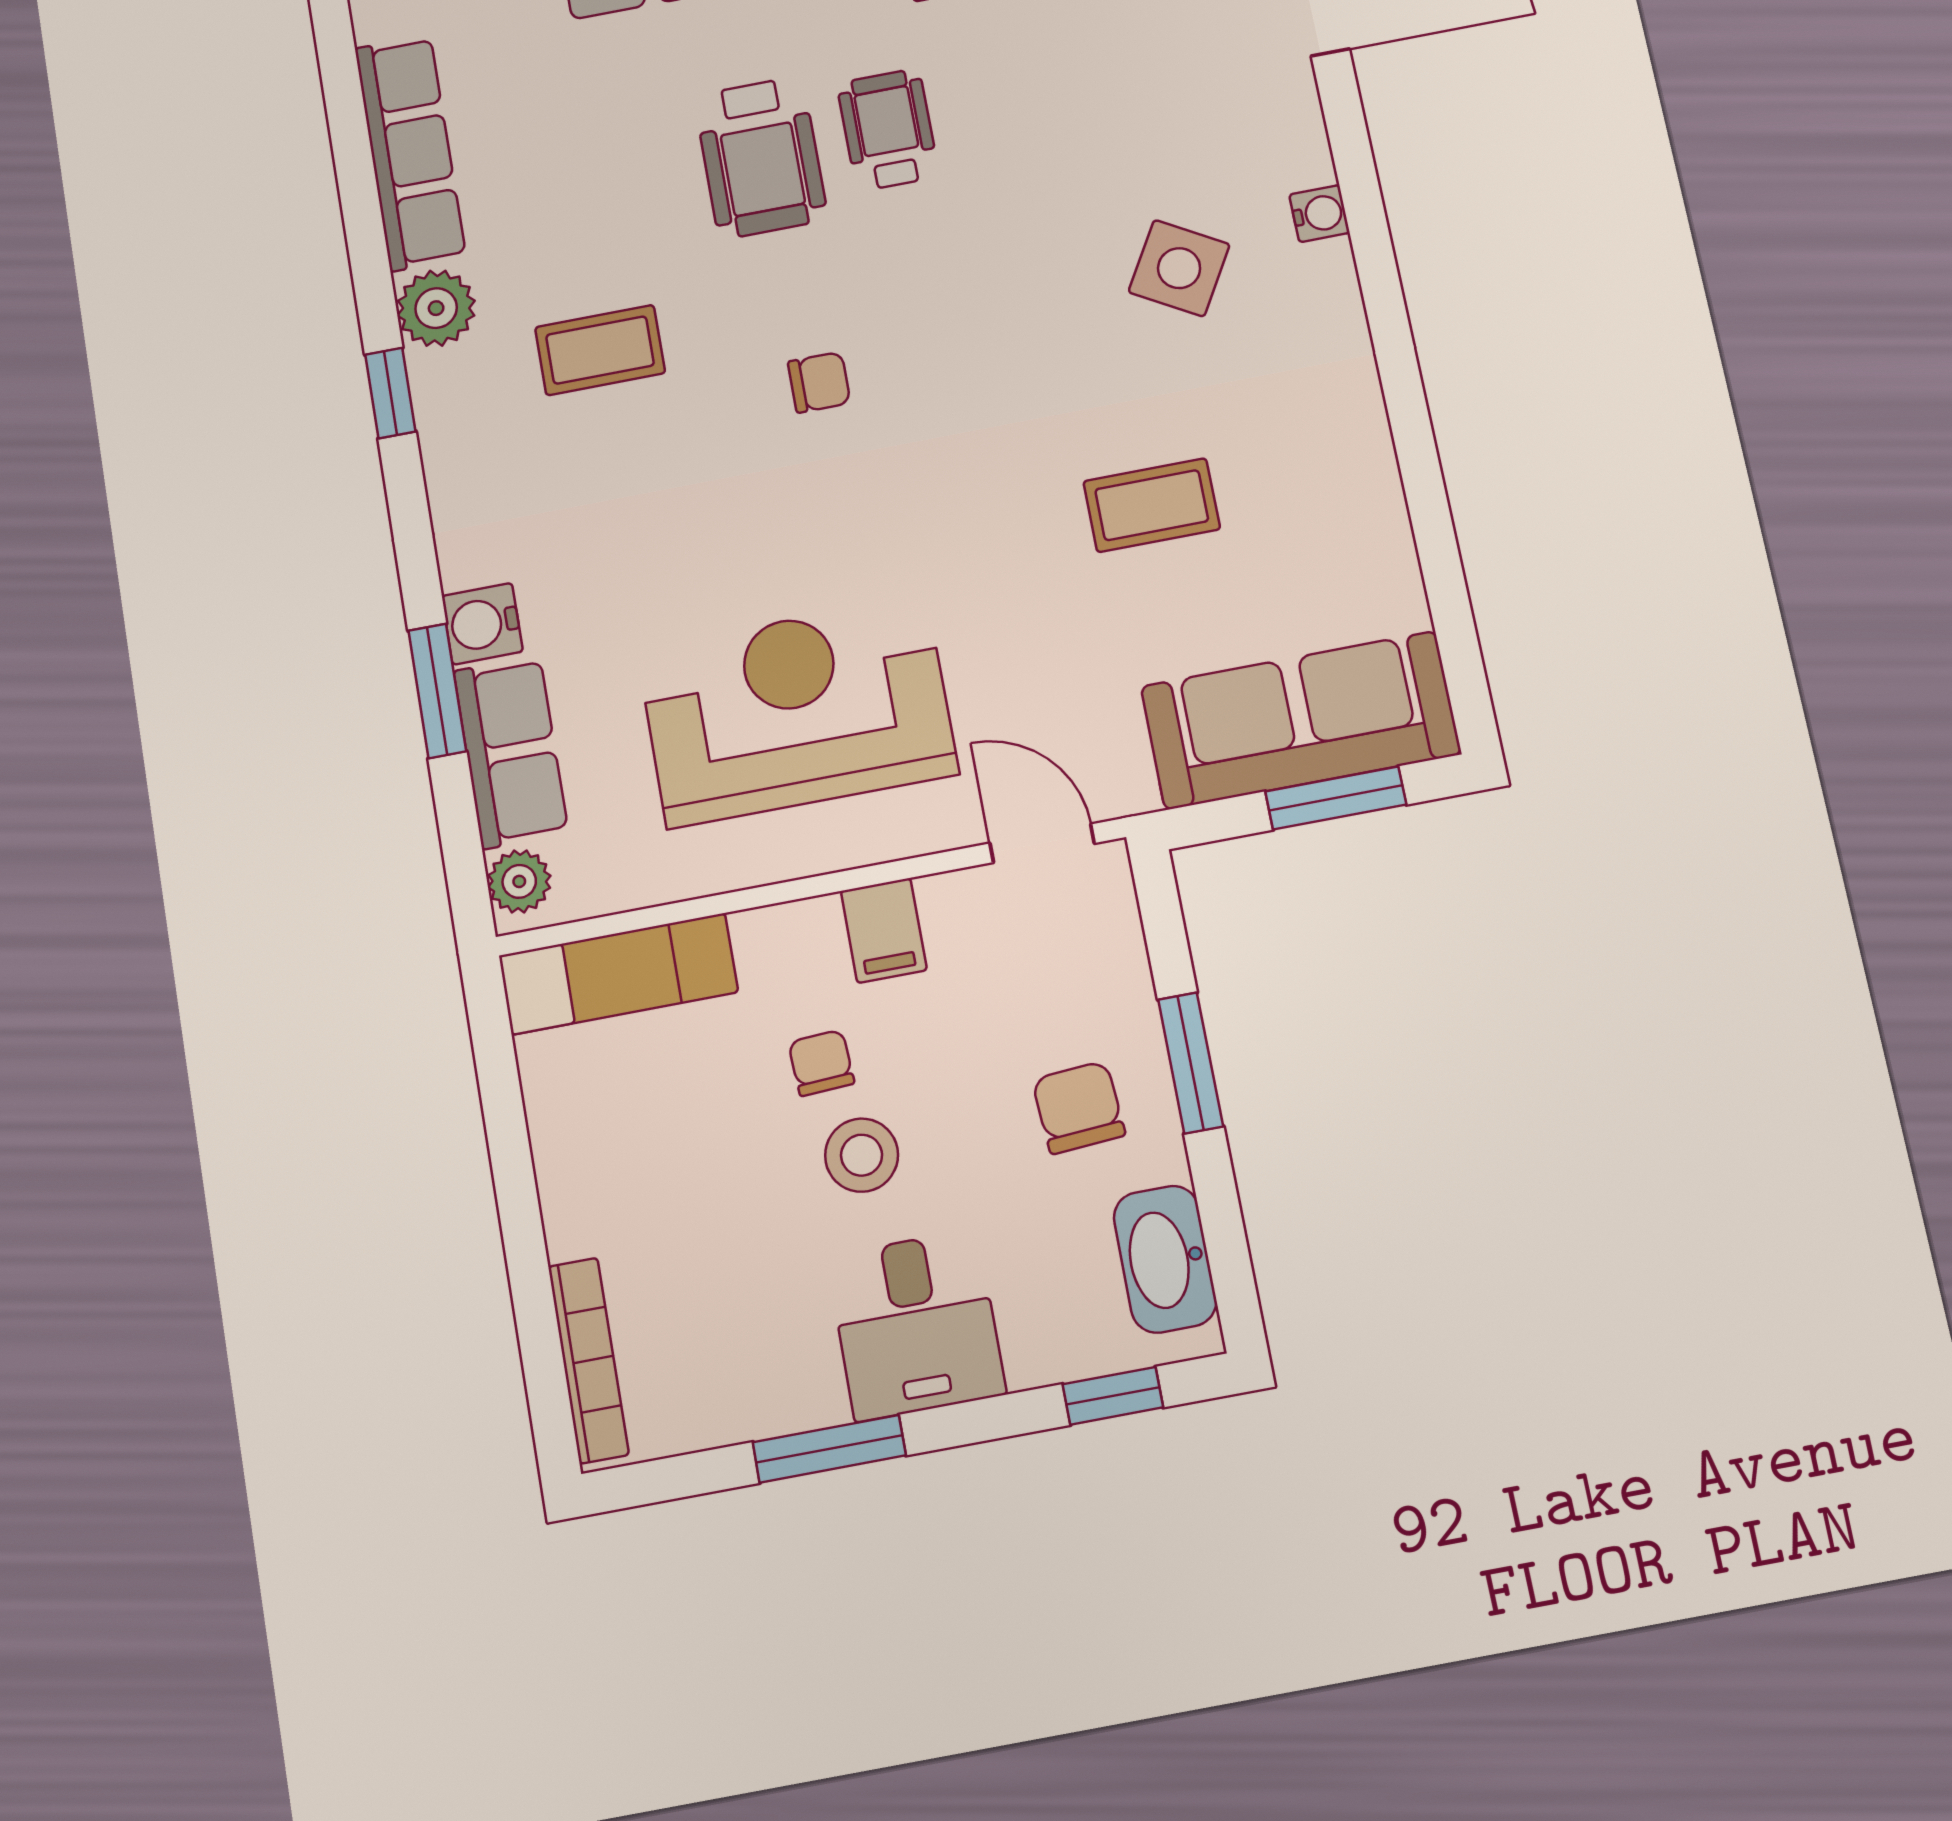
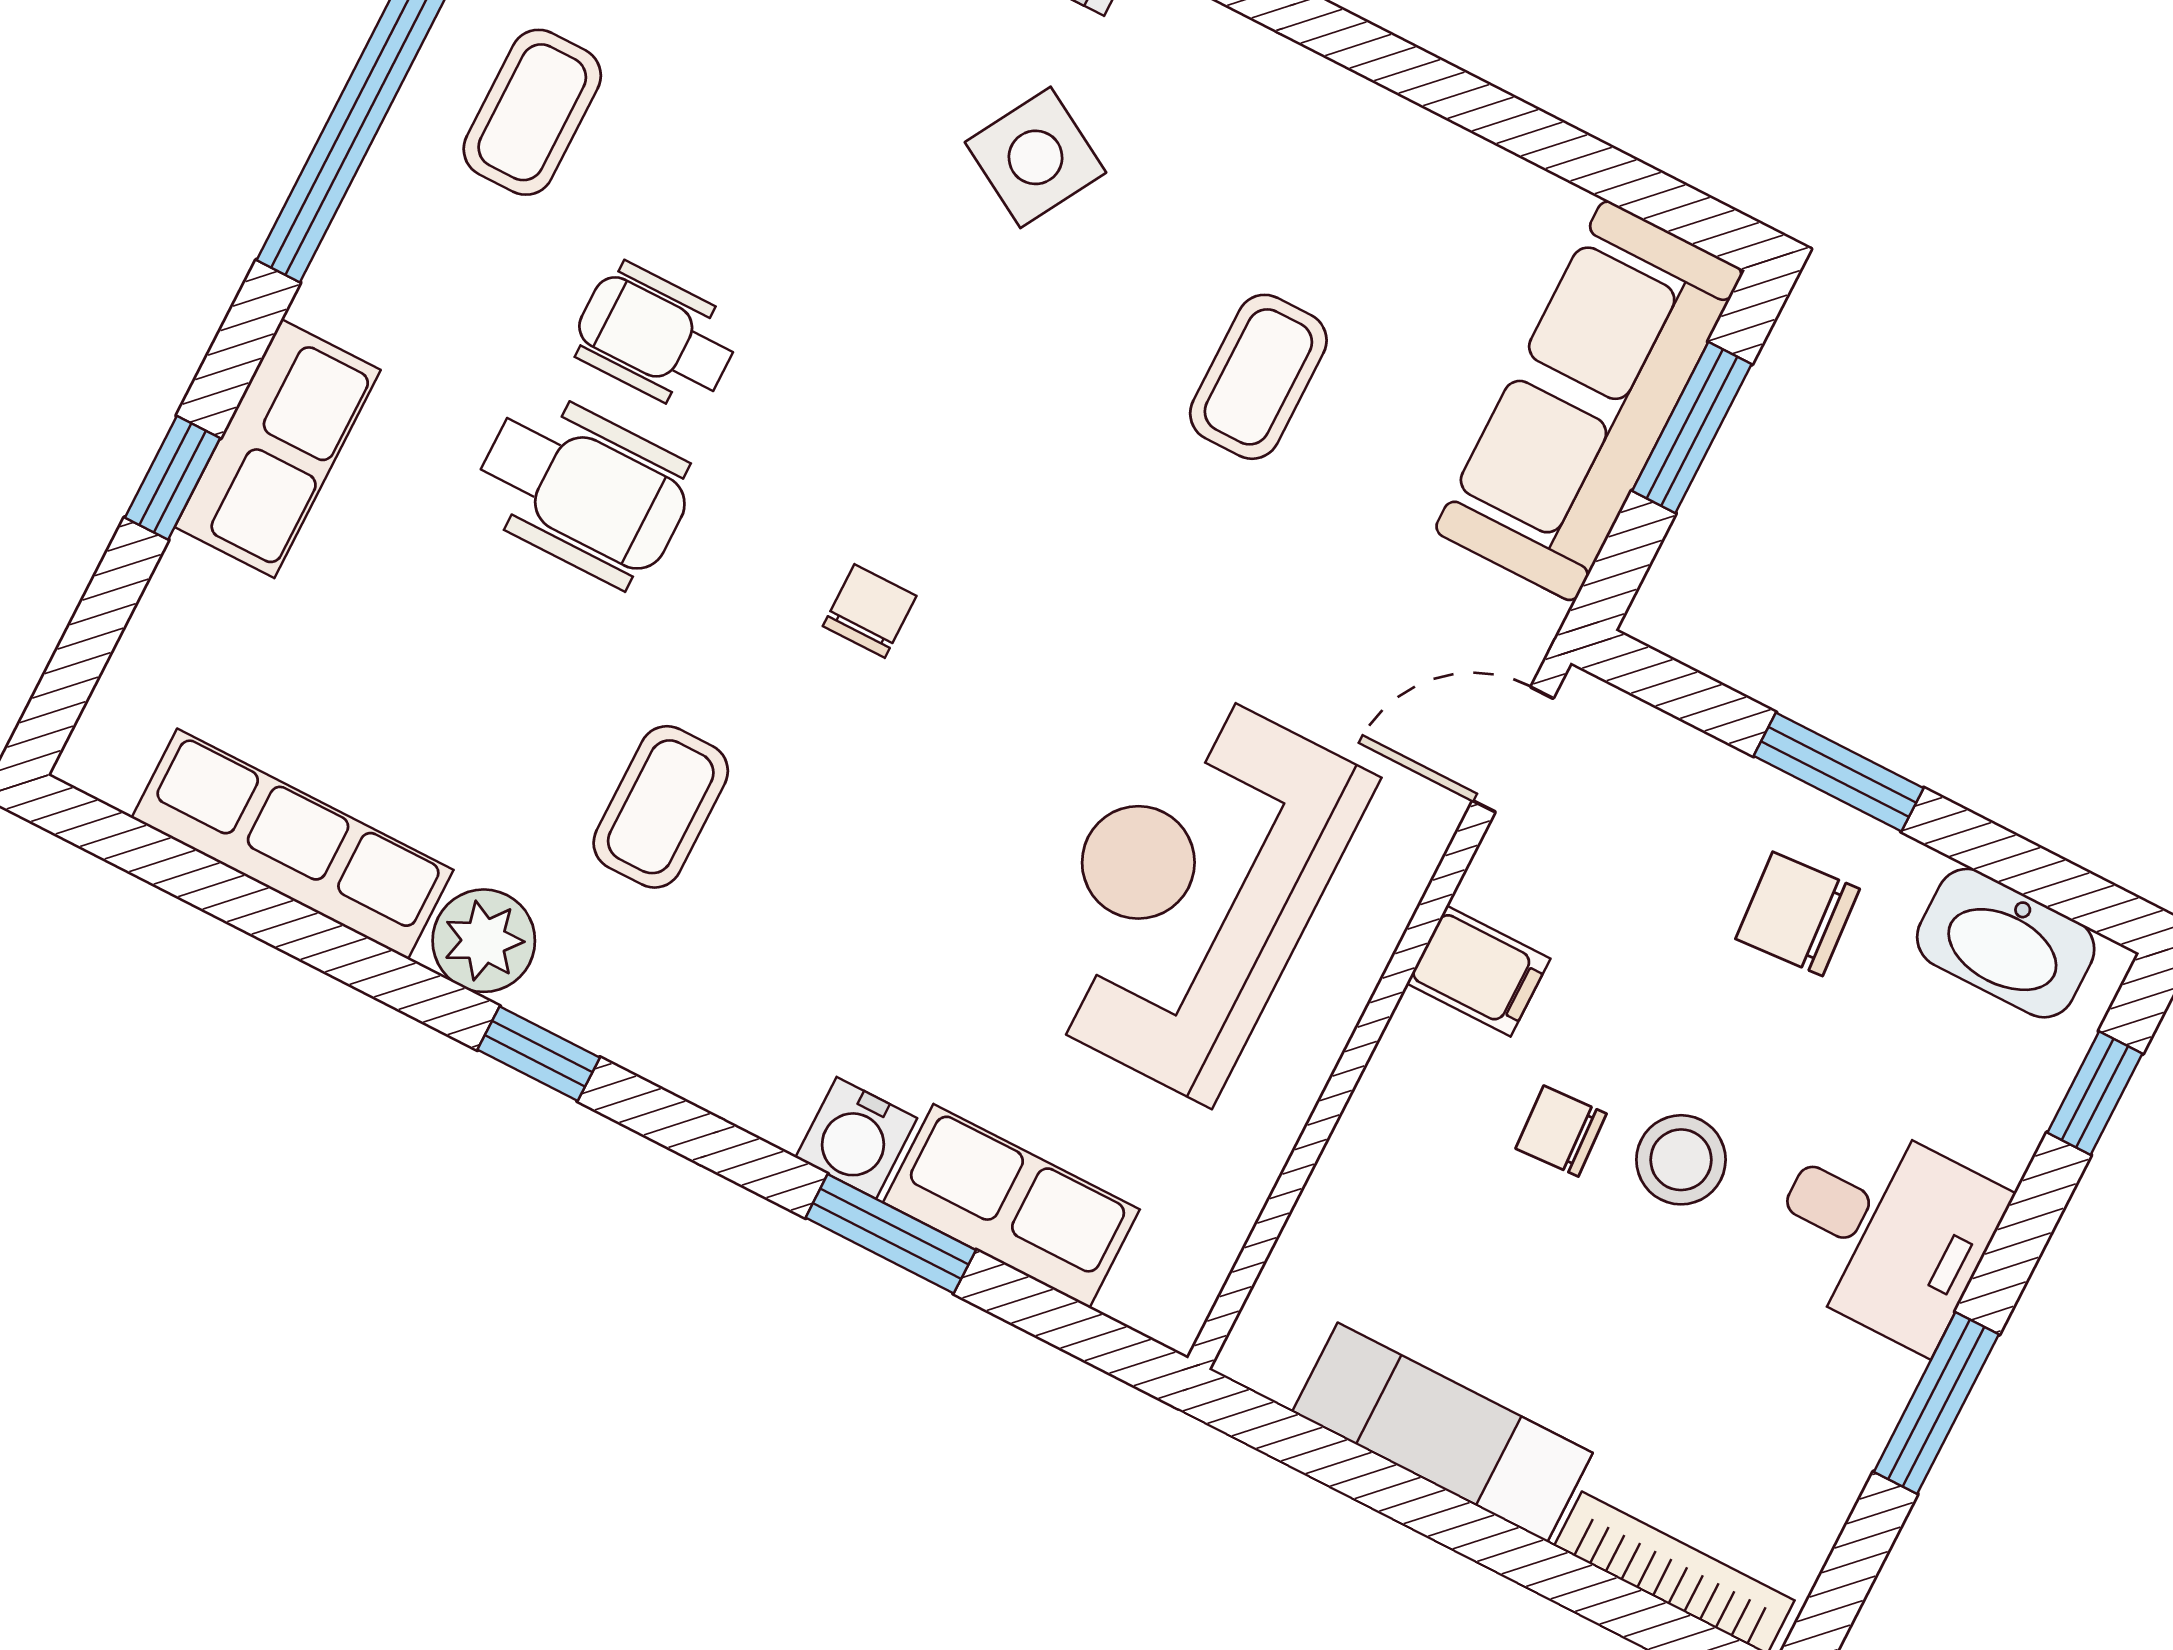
plant: (519, 881) -> (1150, 1294), removed
exam couch: (618, 974) -> (1442, 1432), moved, turned -90

